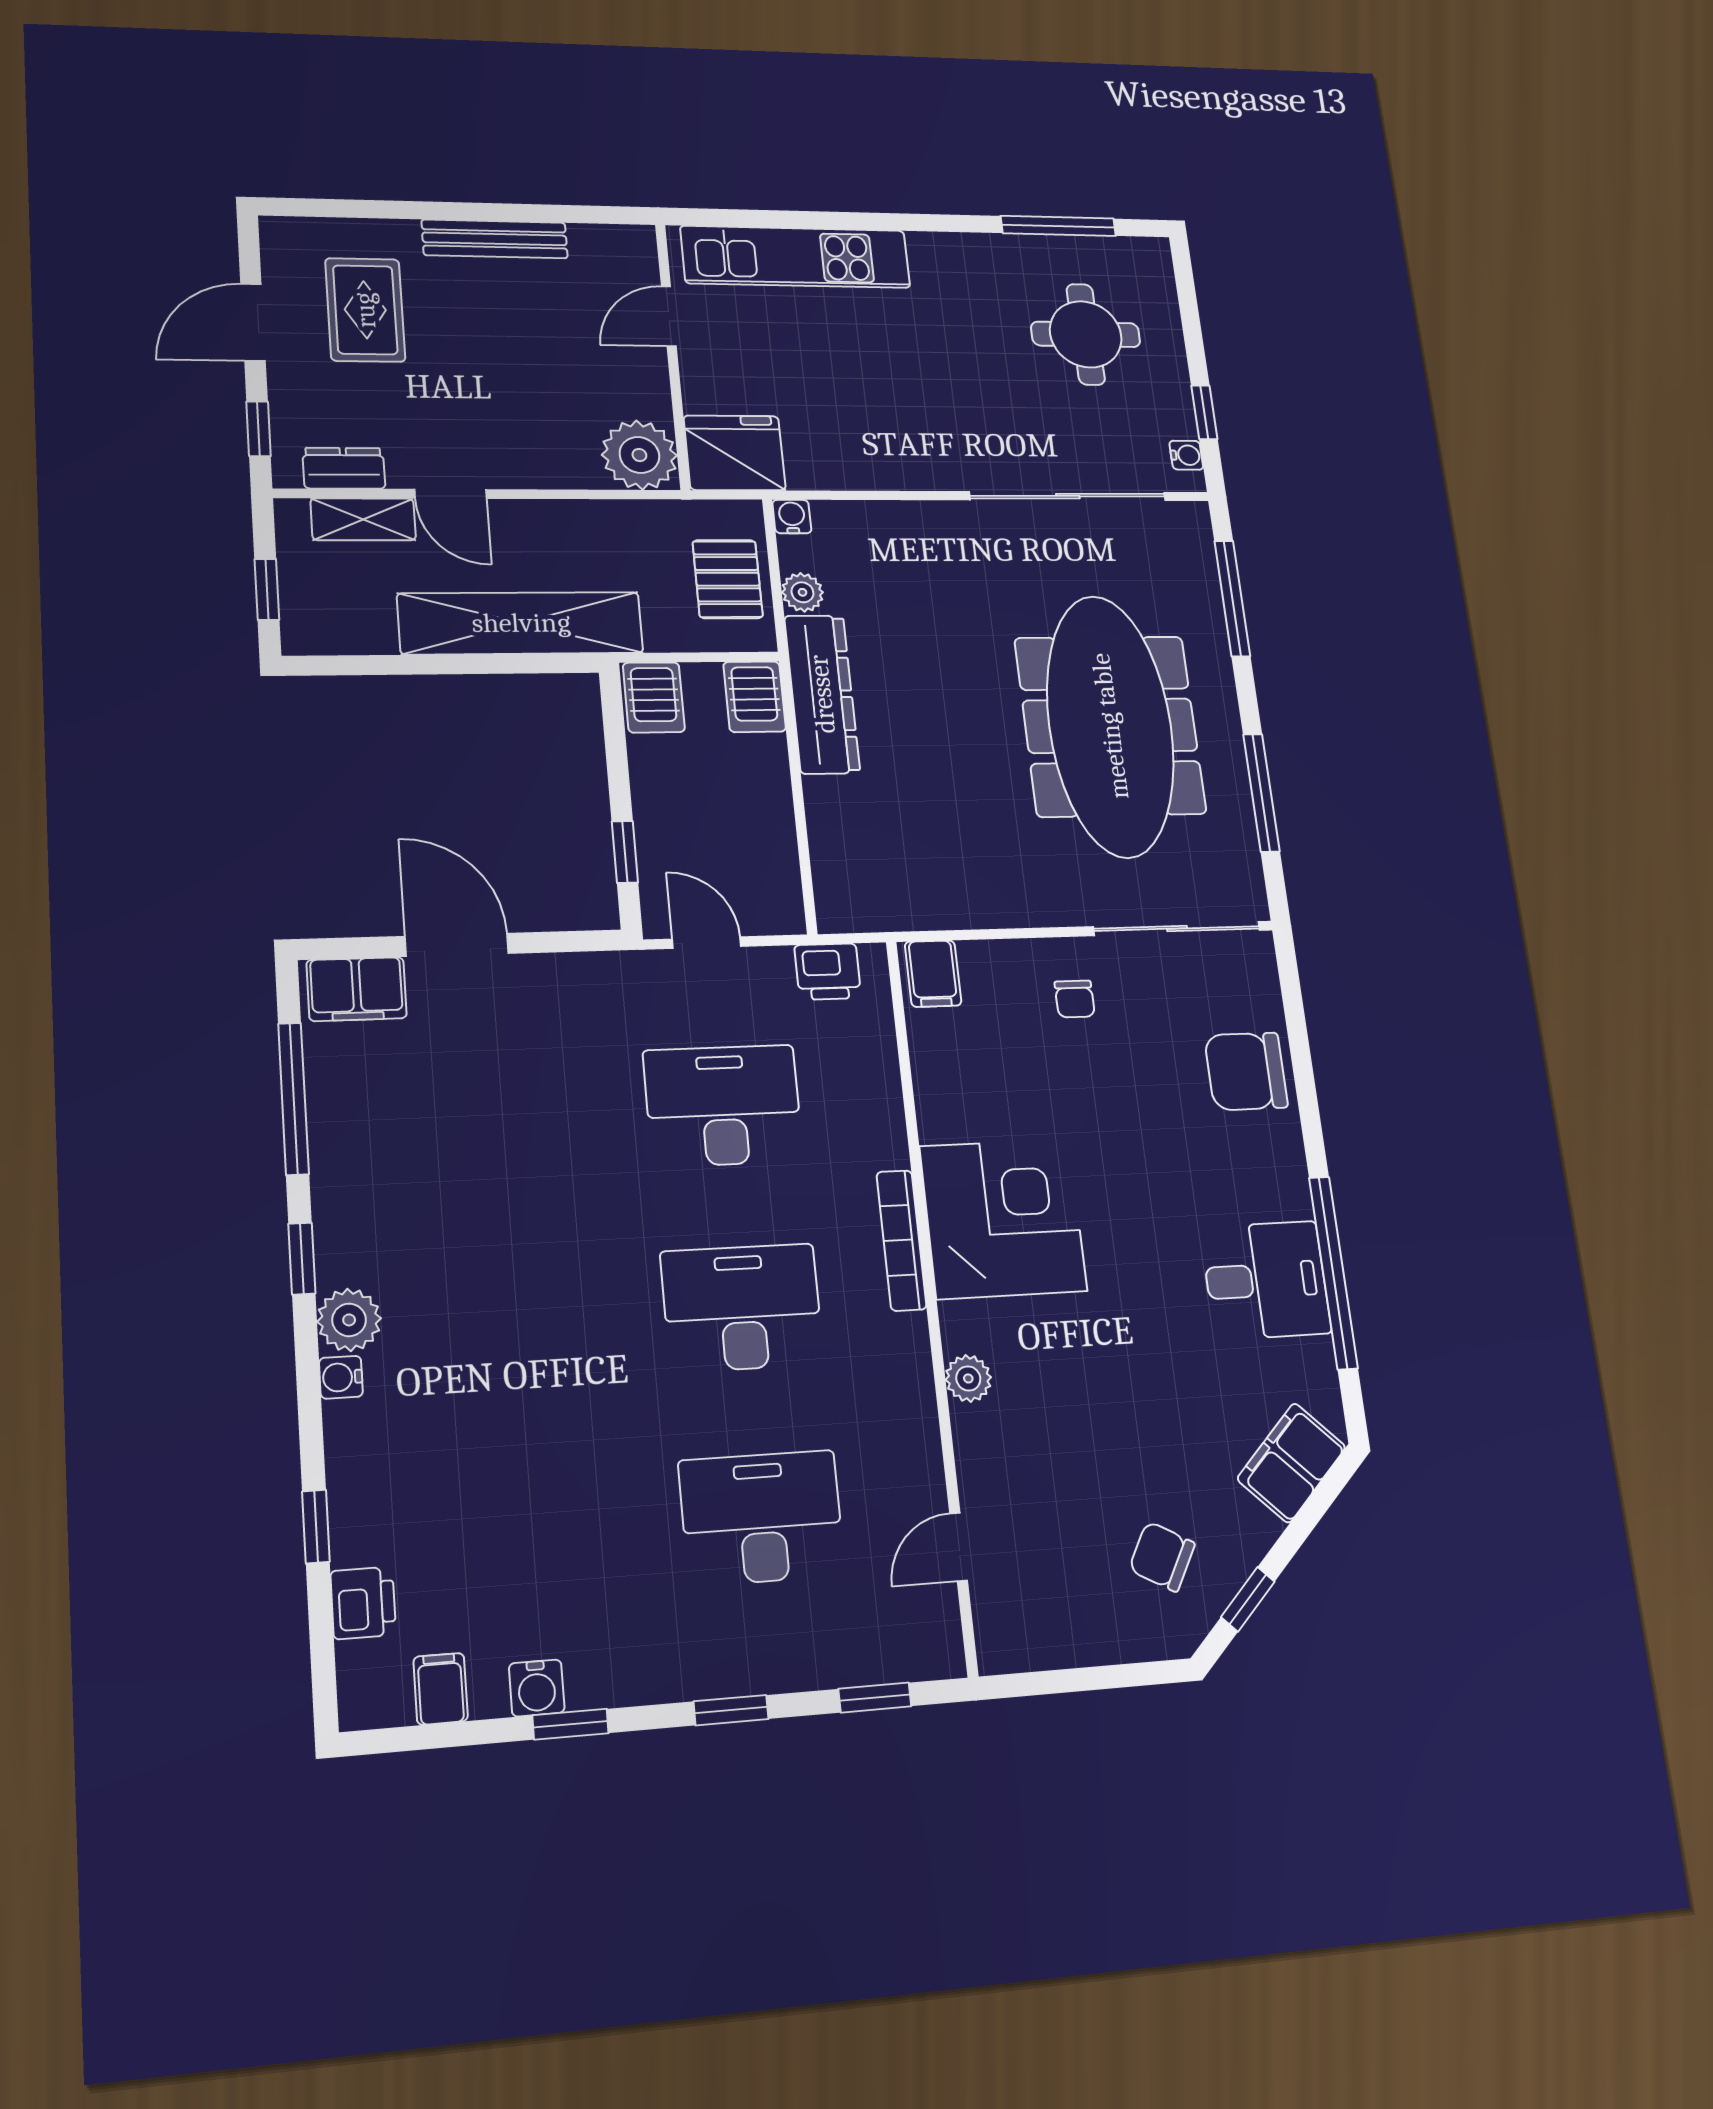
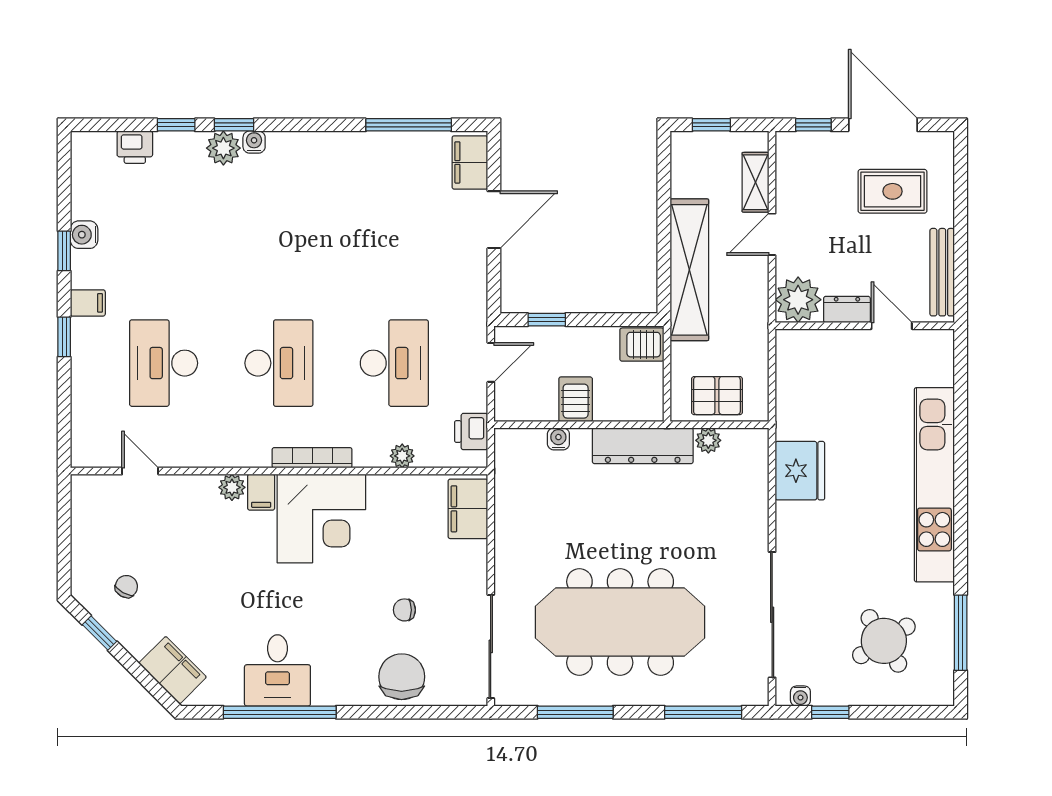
kitchen unit: (796, 257) -> (934, 485), width x1.36
door: (669, 316) -> (892, 326), moved
door: (253, 322) -> (883, 125), width x1.36
round table: (1086, 334) -> (884, 641), turned -32
wall: (673, 356) -> (865, 326), moved
fridge: (735, 453) -> (800, 471), moved
plant: (639, 455) -> (798, 300), moved
dresser: (344, 468) -> (847, 310), moved, turned -90
water cooler: (792, 517) -> (558, 439), moved, turned -90
server rack: (755, 697) -> (576, 399), moved, turned 90
filing cabinet: (933, 974) -> (468, 509), width x2.00
chair: (1075, 999) -> (404, 610), moved
plant: (881, 1086) -> (402, 456), added
window: (302, 1259) -> (234, 125), moved
plant: (349, 1320) -> (223, 148), moved
filing cabinet: (971, 1326) -> (261, 492), added
desk: (762, 1518) -> (164, 363), turned 180
chair: (1162, 1556) -> (126, 587), width x0.73, depth x0.73
filing cabinet: (441, 1689) -> (88, 303), moved
window: (875, 1698) -> (64, 416), removed

